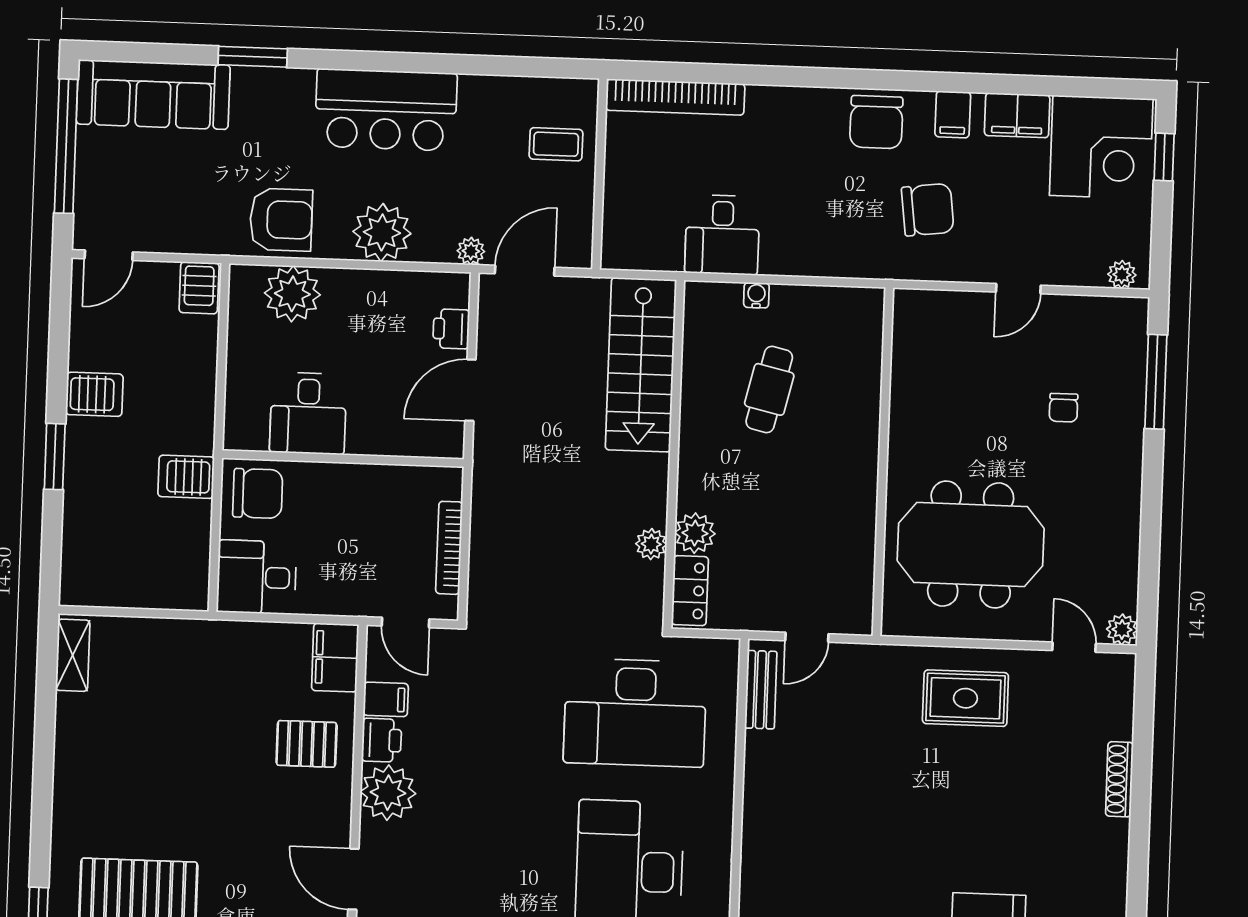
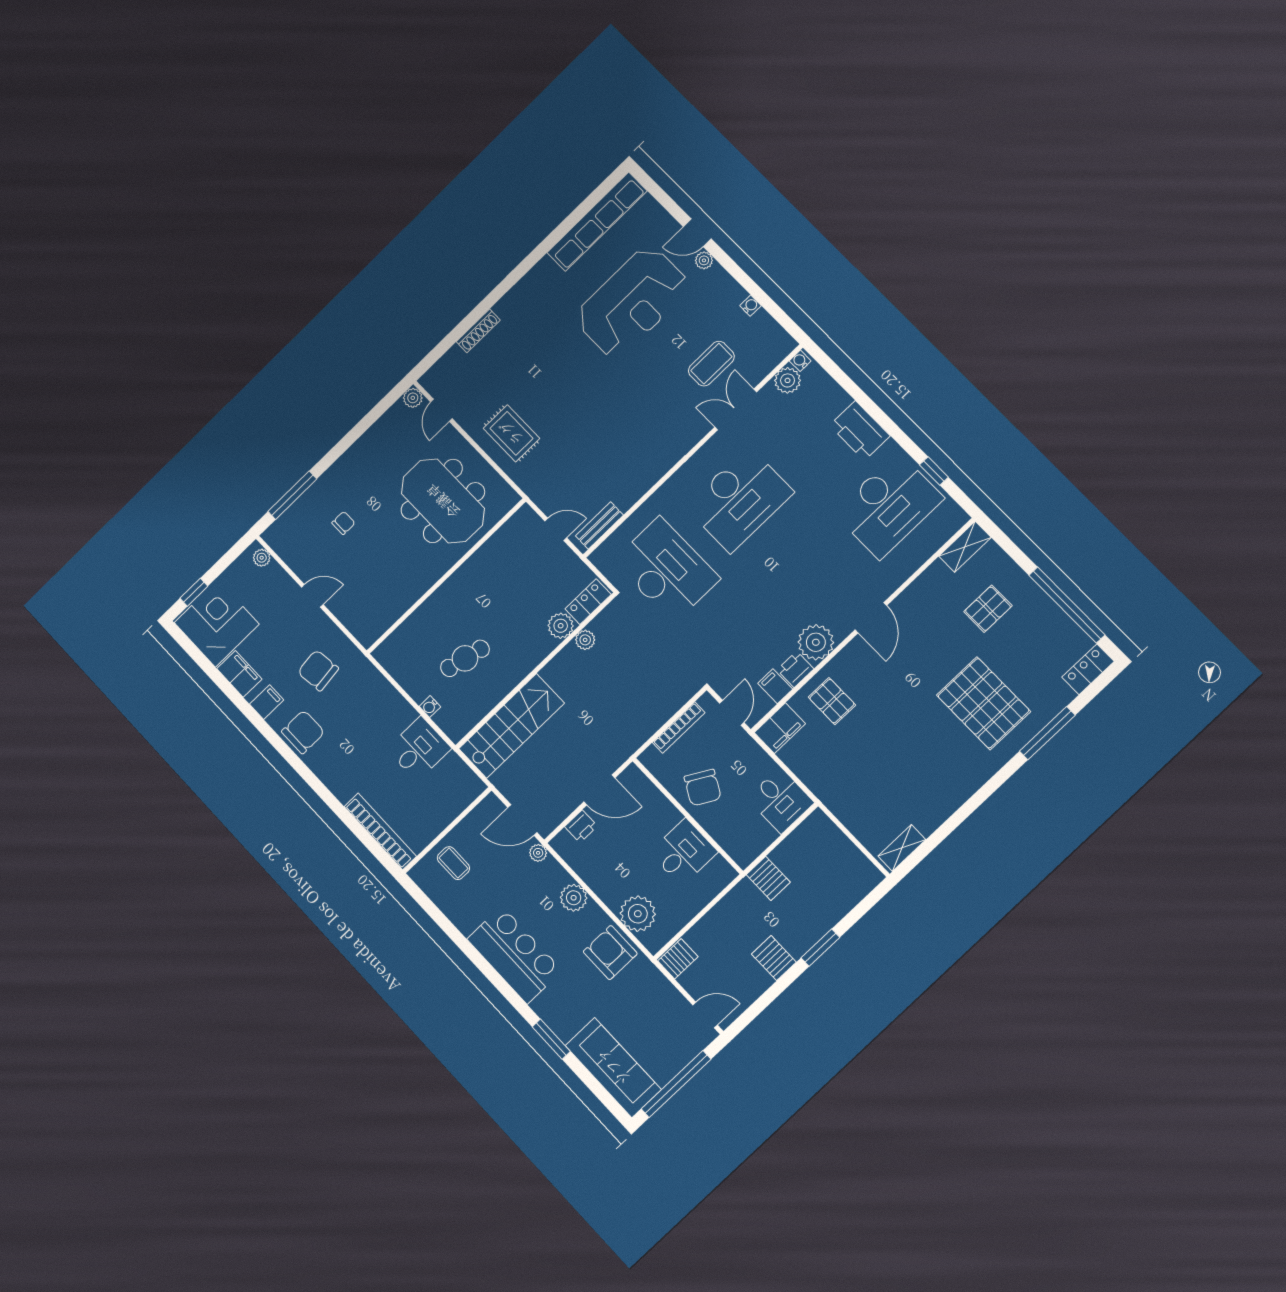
plant: (382, 232) -> (574, 898), width x0.73, depth x0.73
chair: (258, 493) -> (703, 788), moved, turned -151

